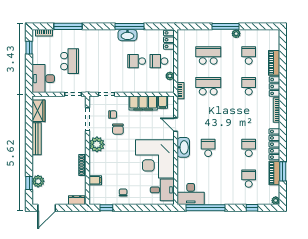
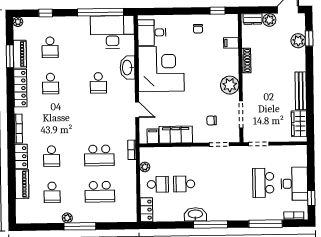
window: (129, 26) -> (210, 225), moved
school desk: (137, 61) -> (184, 184), turned 180
desk: (43, 79) -> (294, 184), moved
chair: (118, 129) -> (205, 103), removed
washbasin: (183, 147) -> (128, 68), moved
desk: (191, 194) -> (112, 32), width x1.36, depth x1.30
plant: (62, 199) -> (269, 20), added

